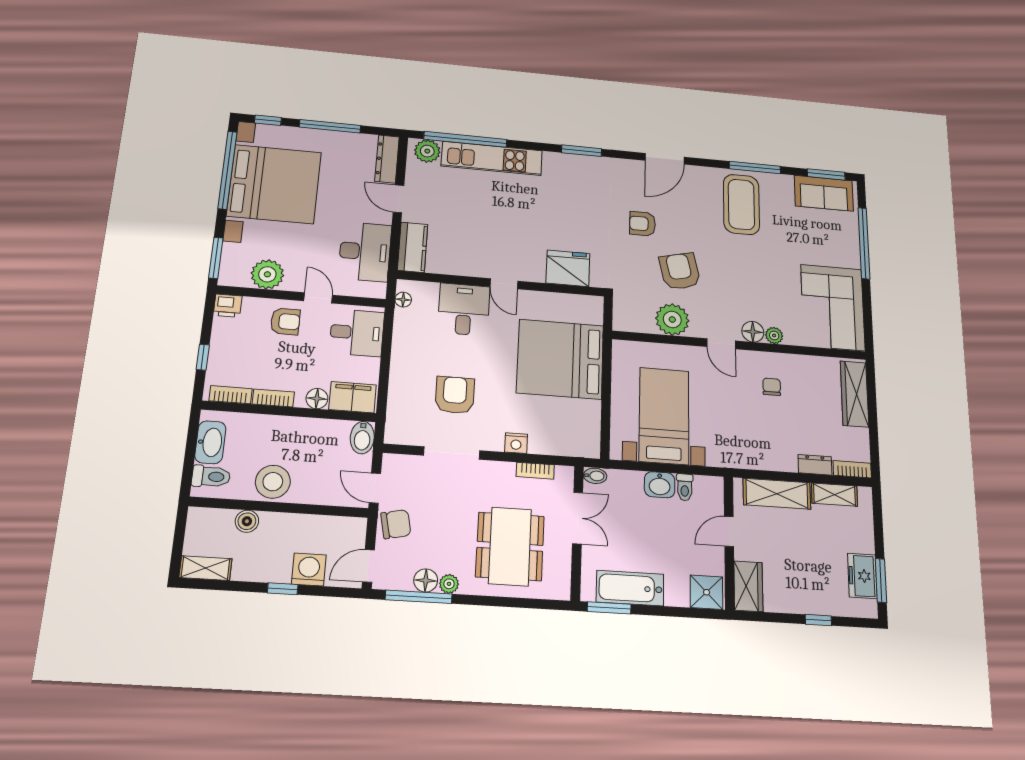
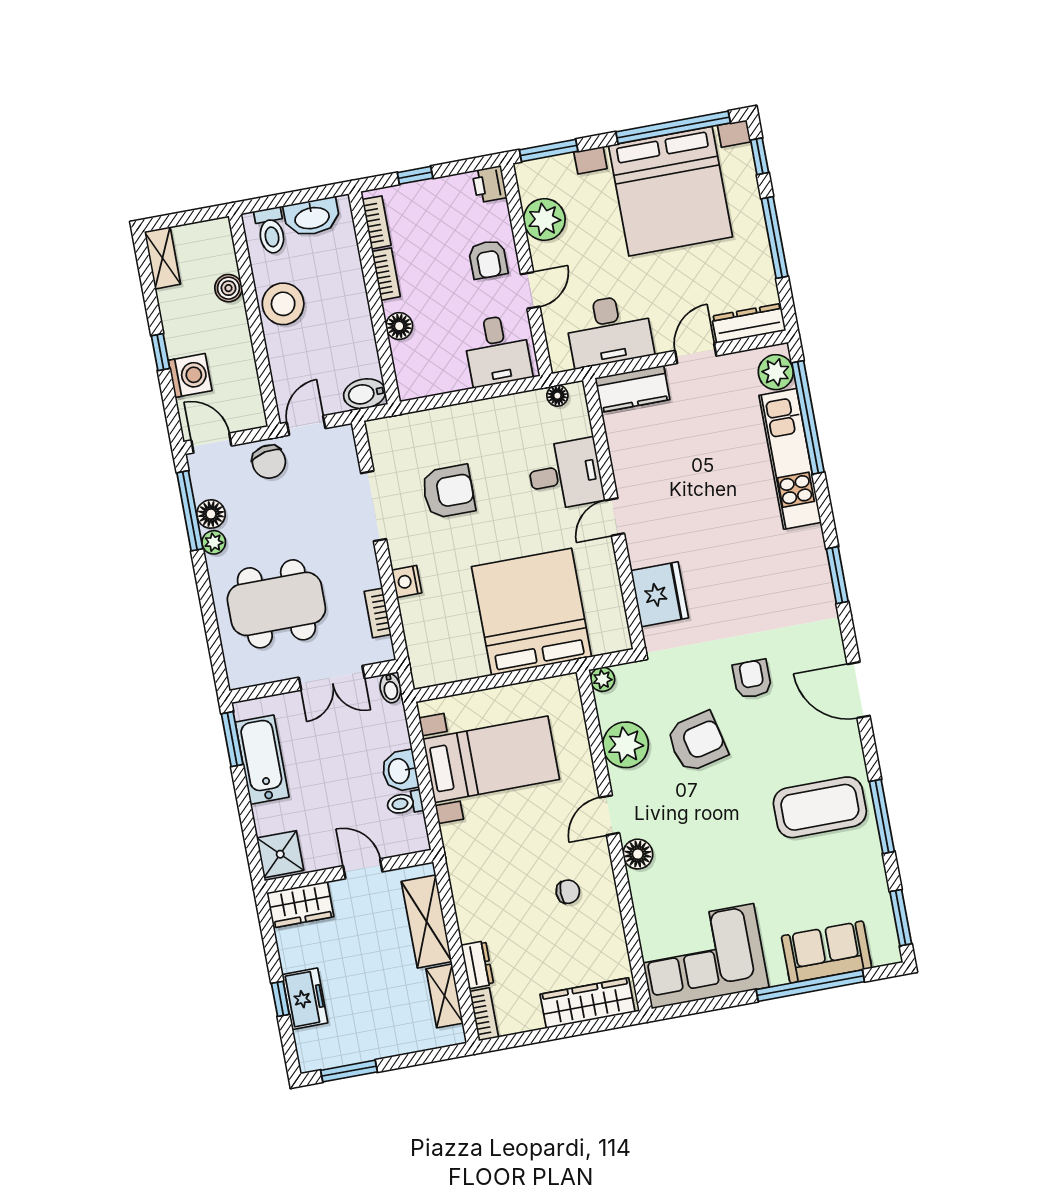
sofa: (824, 193) -> (827, 952), moved, turned 90
plant: (774, 335) -> (603, 679), moved
filing cabinet: (353, 397) -> (412, 368), removed
freezer: (862, 576) -> (305, 999), moved, turned 90

